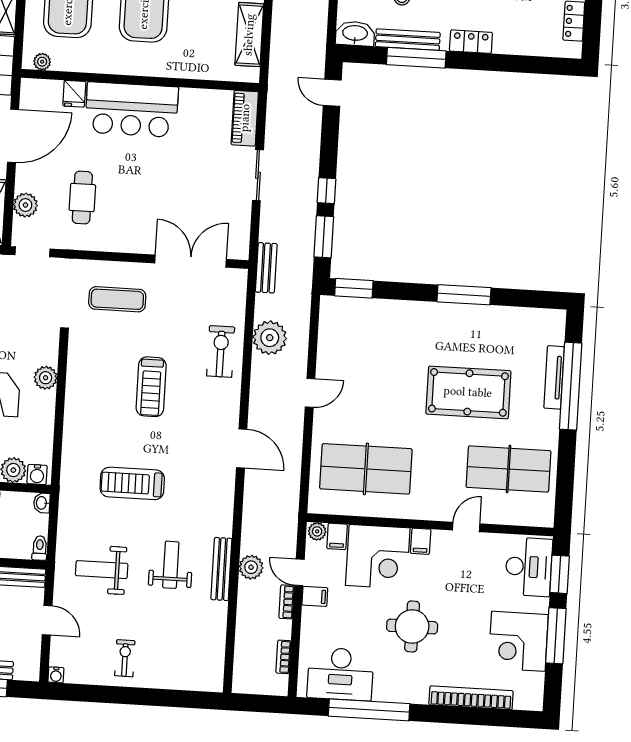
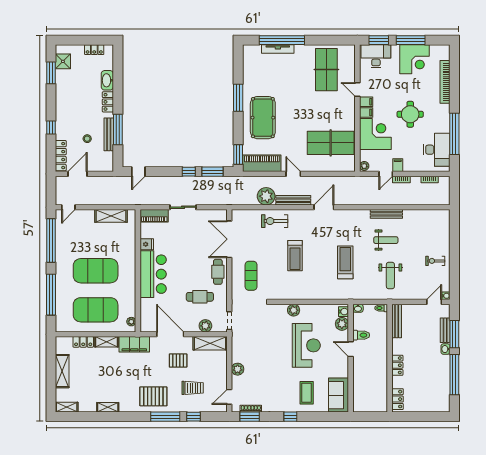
washbasin: (355, 34) -> (107, 80), moved
fridge: (74, 94) -> (147, 244), moved
cafe table: (129, 235) -> (218, 272), added
bench: (266, 268) -> (293, 200), moved, width x1.36
piano: (334, 333) -> (262, 163), added
treadmill: (151, 387) -> (295, 256), turned 90
pool table: (468, 392) -> (263, 118), moved
table tennis table: (366, 469) -> (331, 143), turned 90
treadmill: (132, 483) -> (345, 262), turned 180
filing cabinet: (337, 536) -> (366, 102), moved
weight bench: (171, 565) -> (386, 240), turned 180
plant: (251, 567) -> (385, 199), removed
door: (47, 620) -> (434, 302), moved

